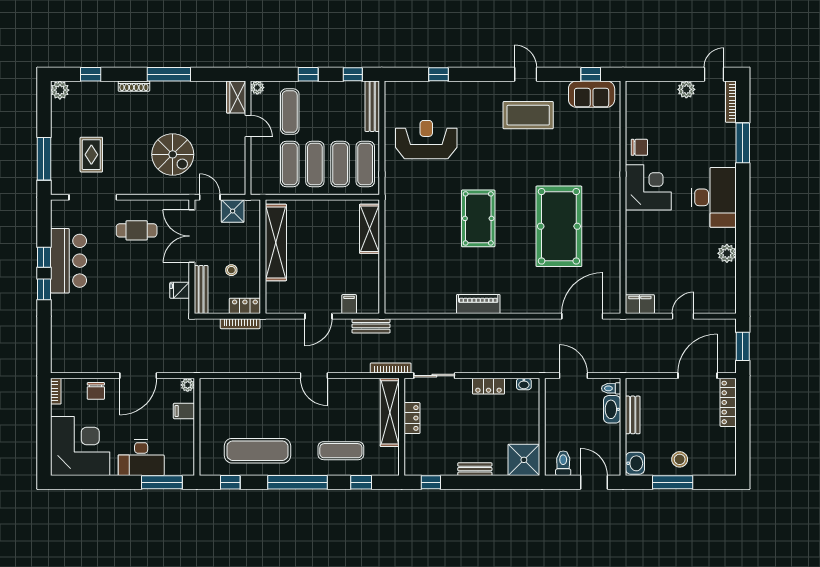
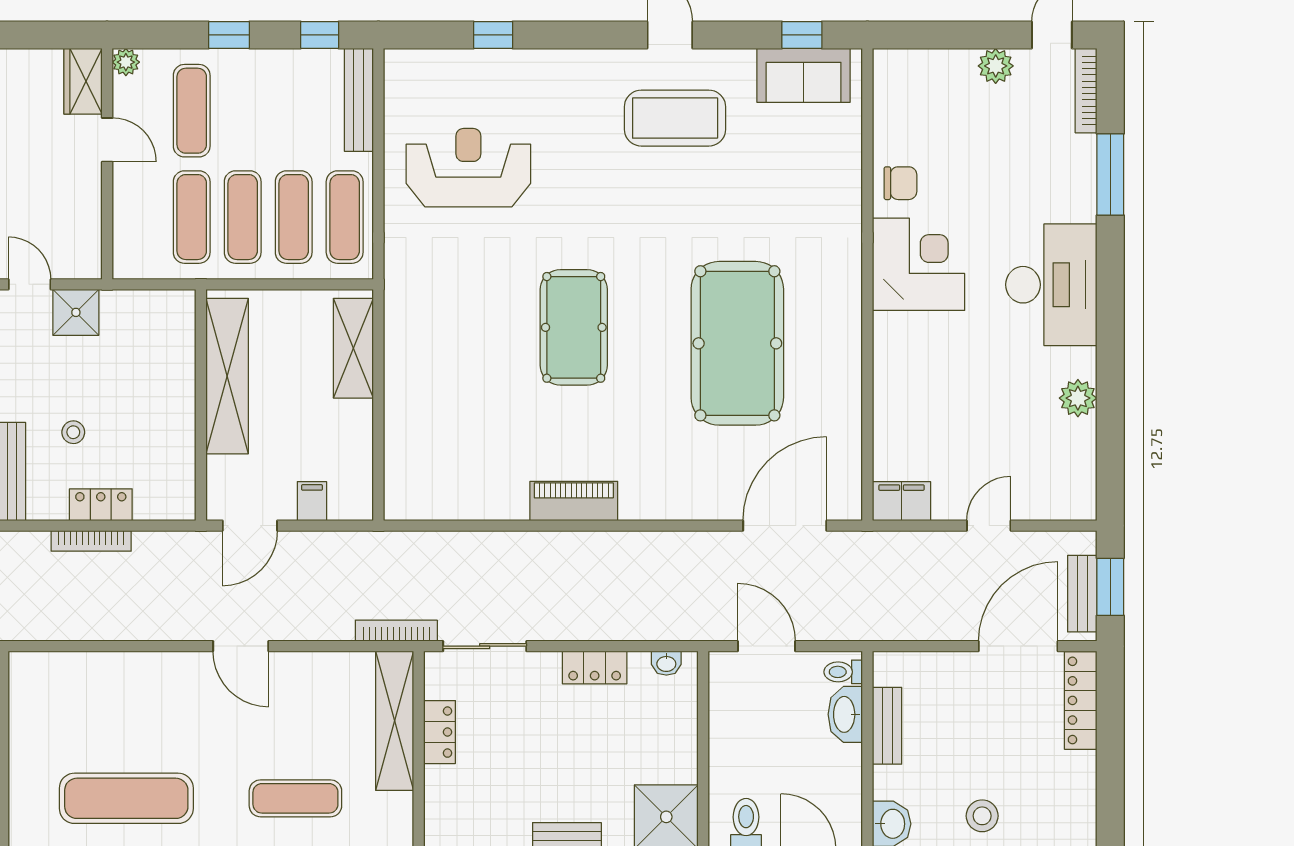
shelving: (276, 242) -> (227, 376), moved
wall: (263, 257) -> (201, 405), moved
bench: (371, 326) -> (1082, 594), moved, turned 90

